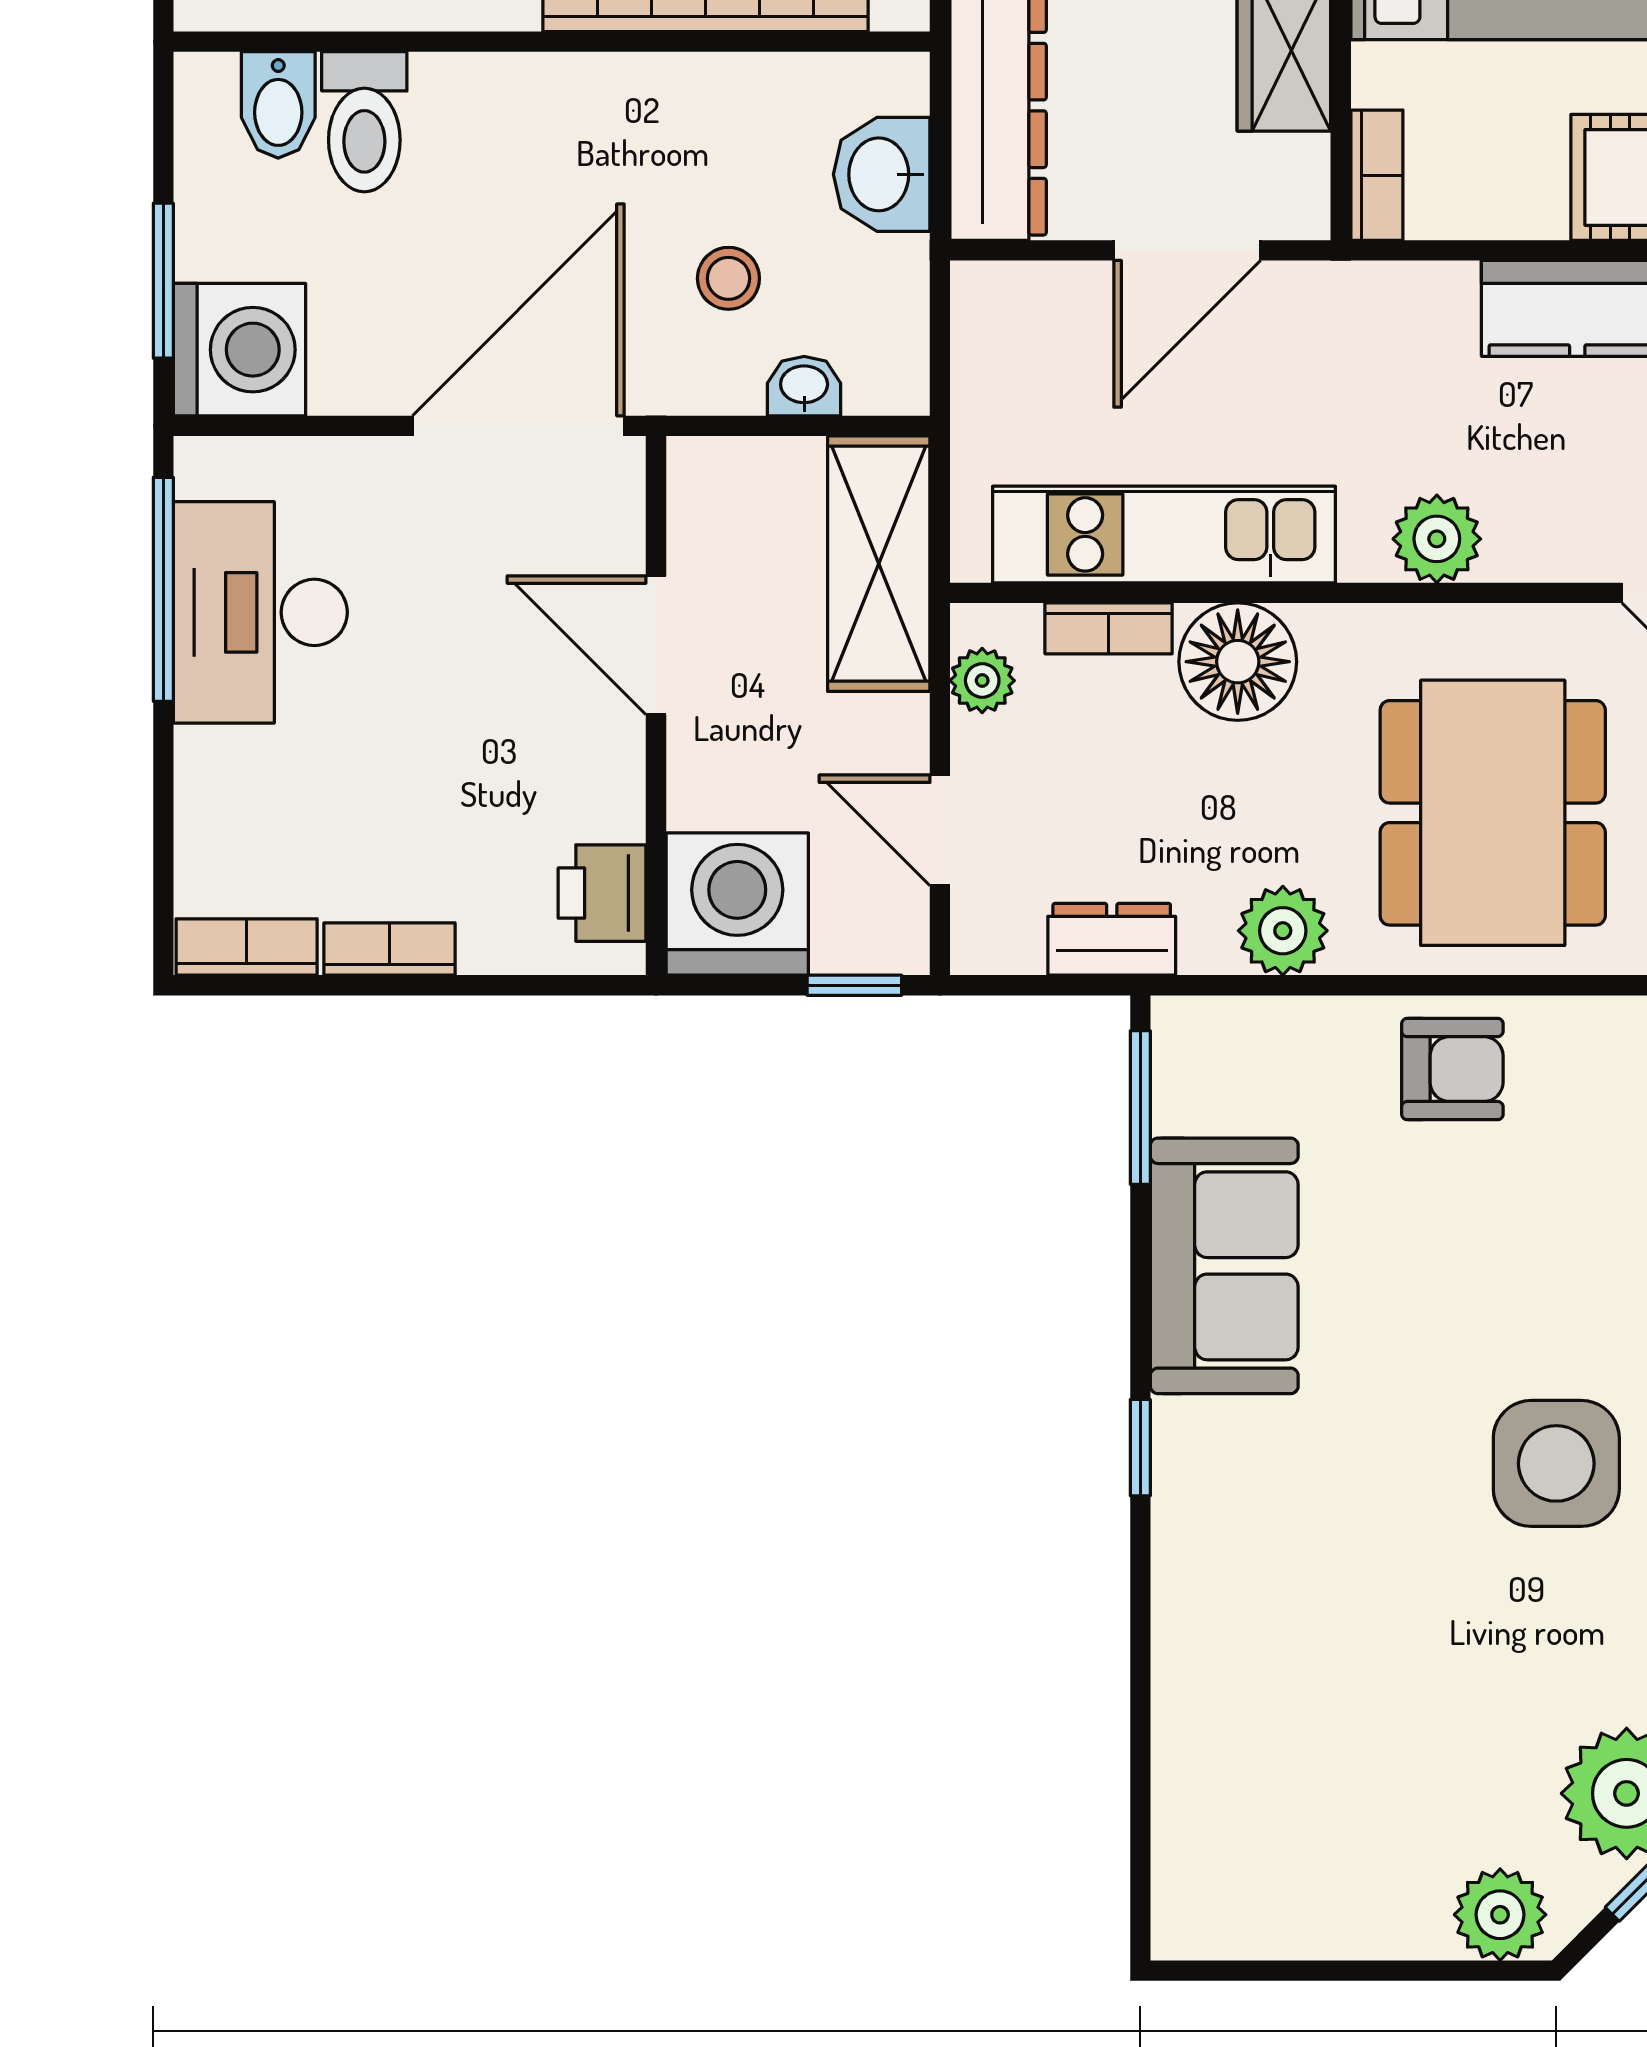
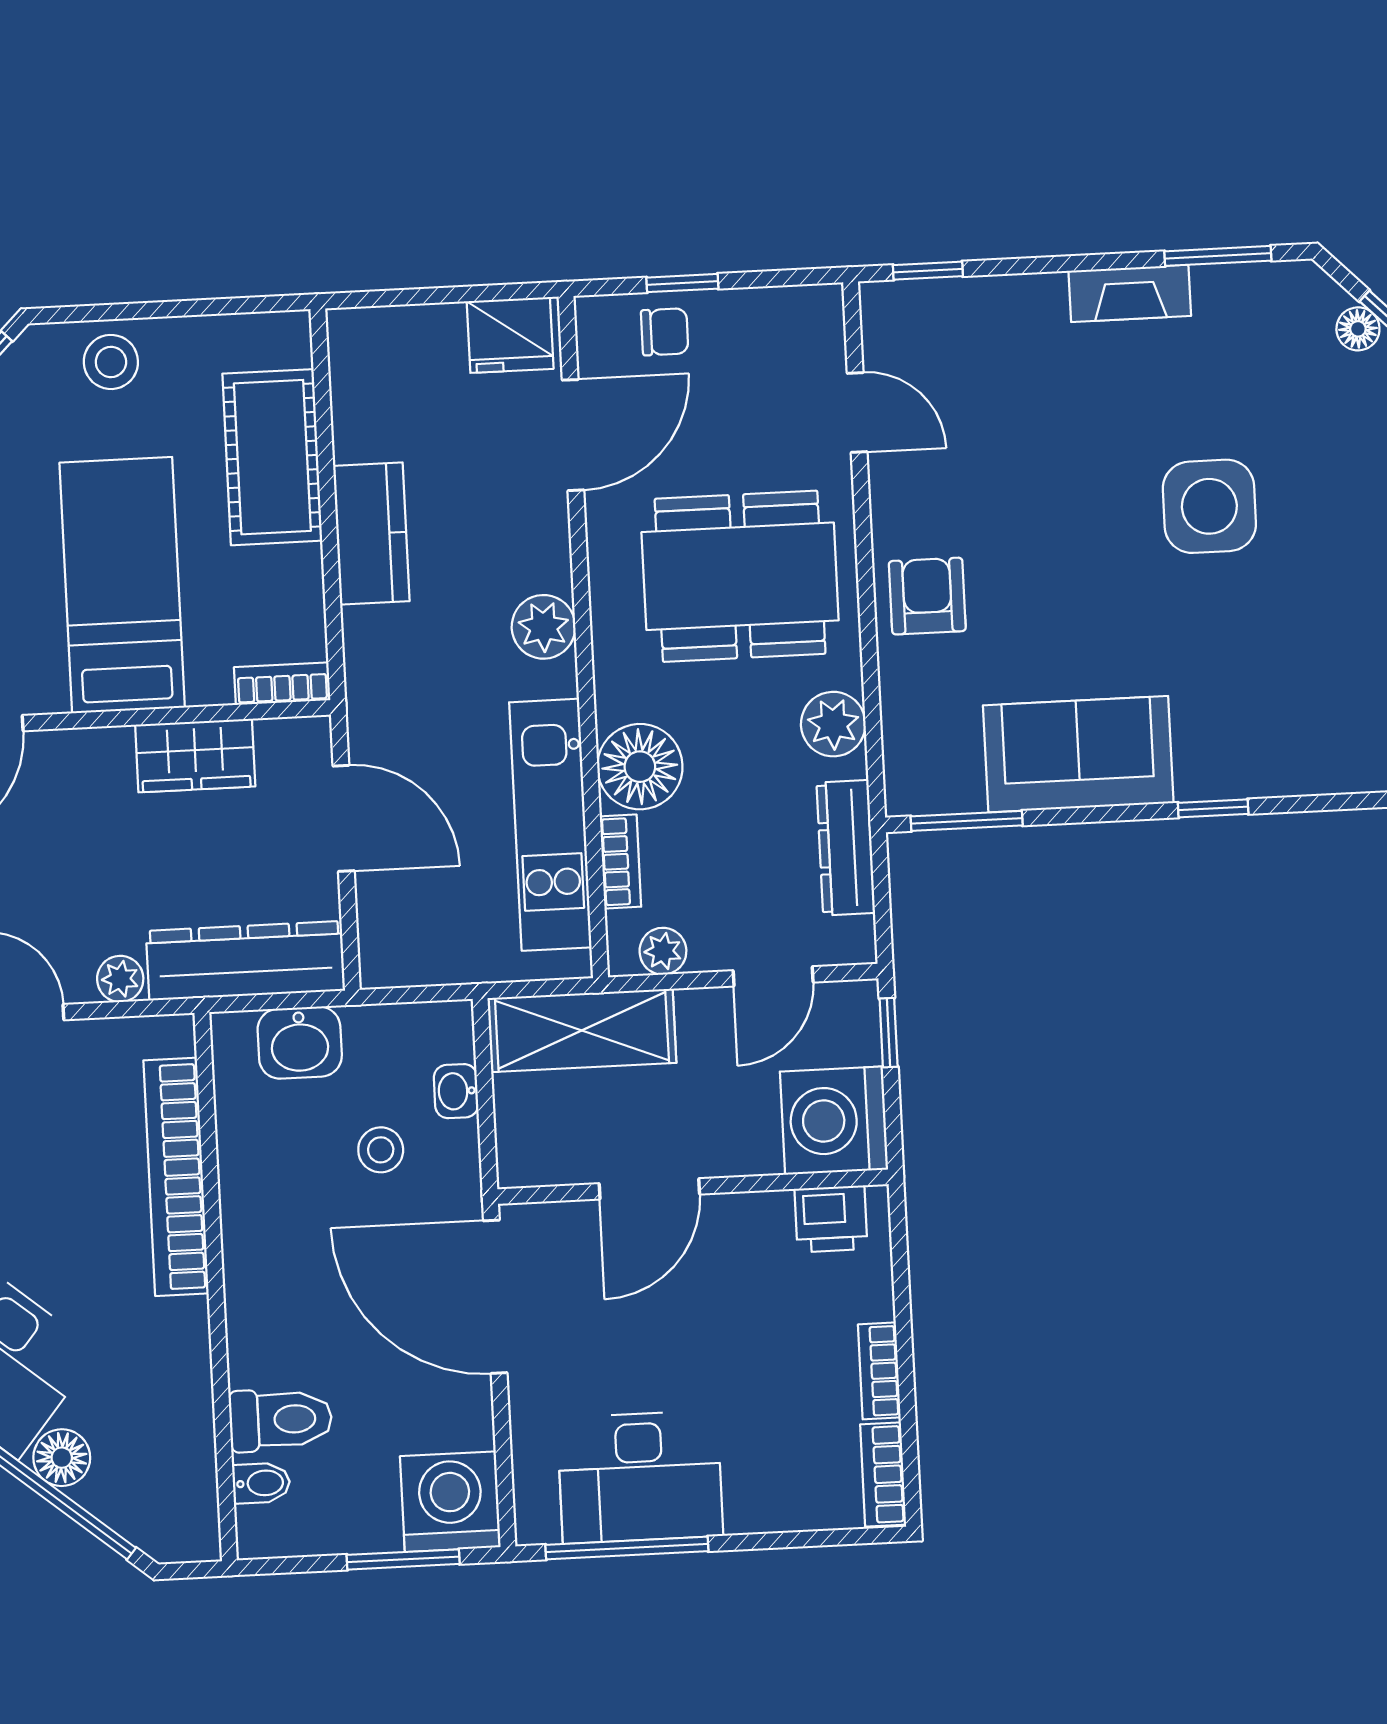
bidet: (278, 105) -> (261, 1483), width x0.72, depth x0.74
dresser: (1112, 939) -> (846, 848), width x1.44

